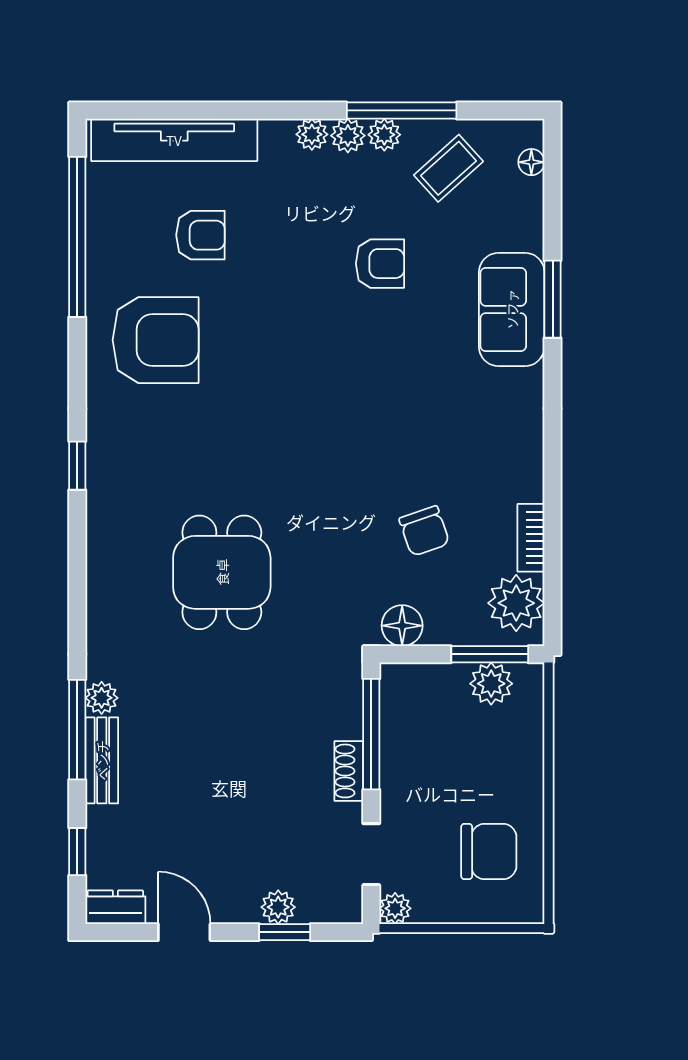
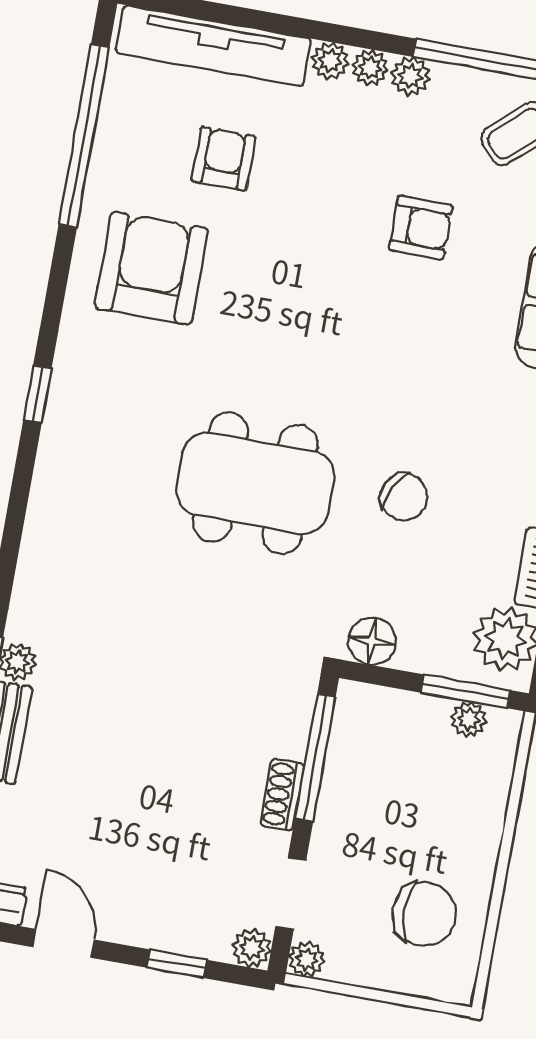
plant: (384, 135) -> (330, 61), moved
armchair: (200, 235) -> (224, 159), turned -90
armchair: (156, 340) -> (151, 268), turned -90
chair: (424, 531) -> (404, 497), moved, turned -44
dining table: (222, 572) -> (255, 483), moved, width x1.38
plant: (491, 684) -> (469, 719), width x0.73, depth x0.73
plant: (278, 907) -> (252, 948), moved

